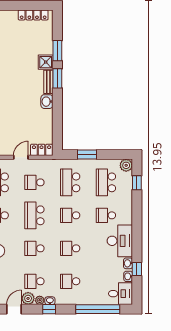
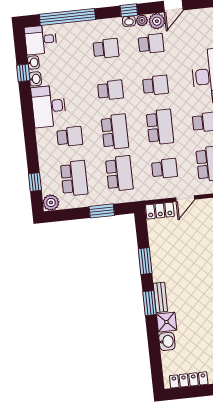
window: (57, 51) -> (145, 261), moved
washbasin: (47, 102) -> (167, 341), moved
school desk: (70, 215) -> (115, 132), width x1.85

